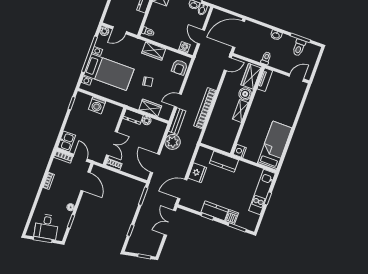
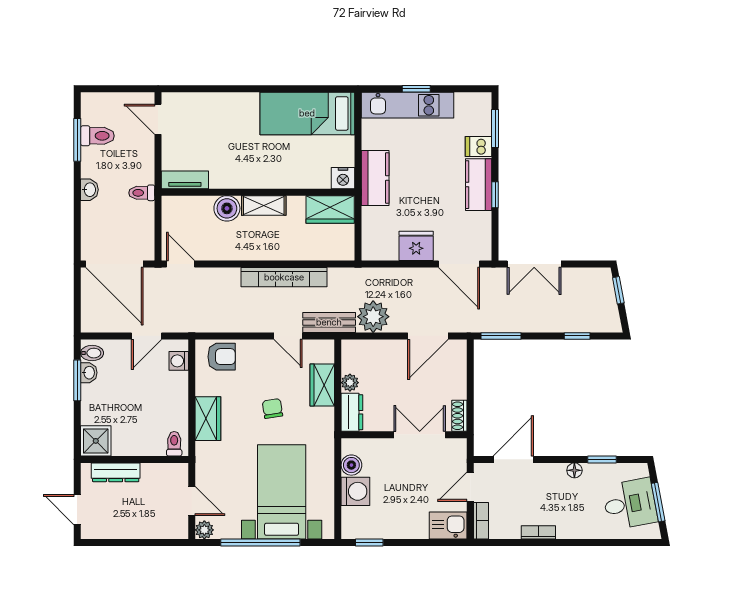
wardrobe: (251, 76) -> (330, 209), moved
boiler: (109, 108) -> (351, 465), added
kitchen counter: (224, 162) -> (375, 178), moved

